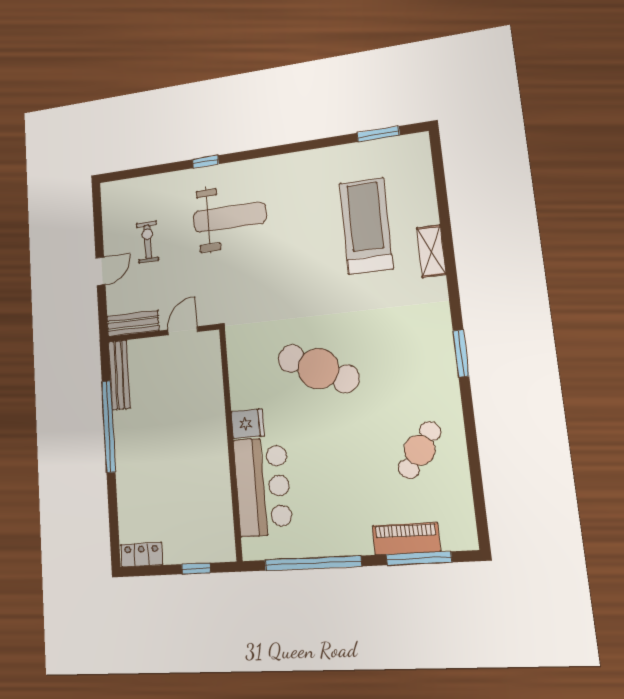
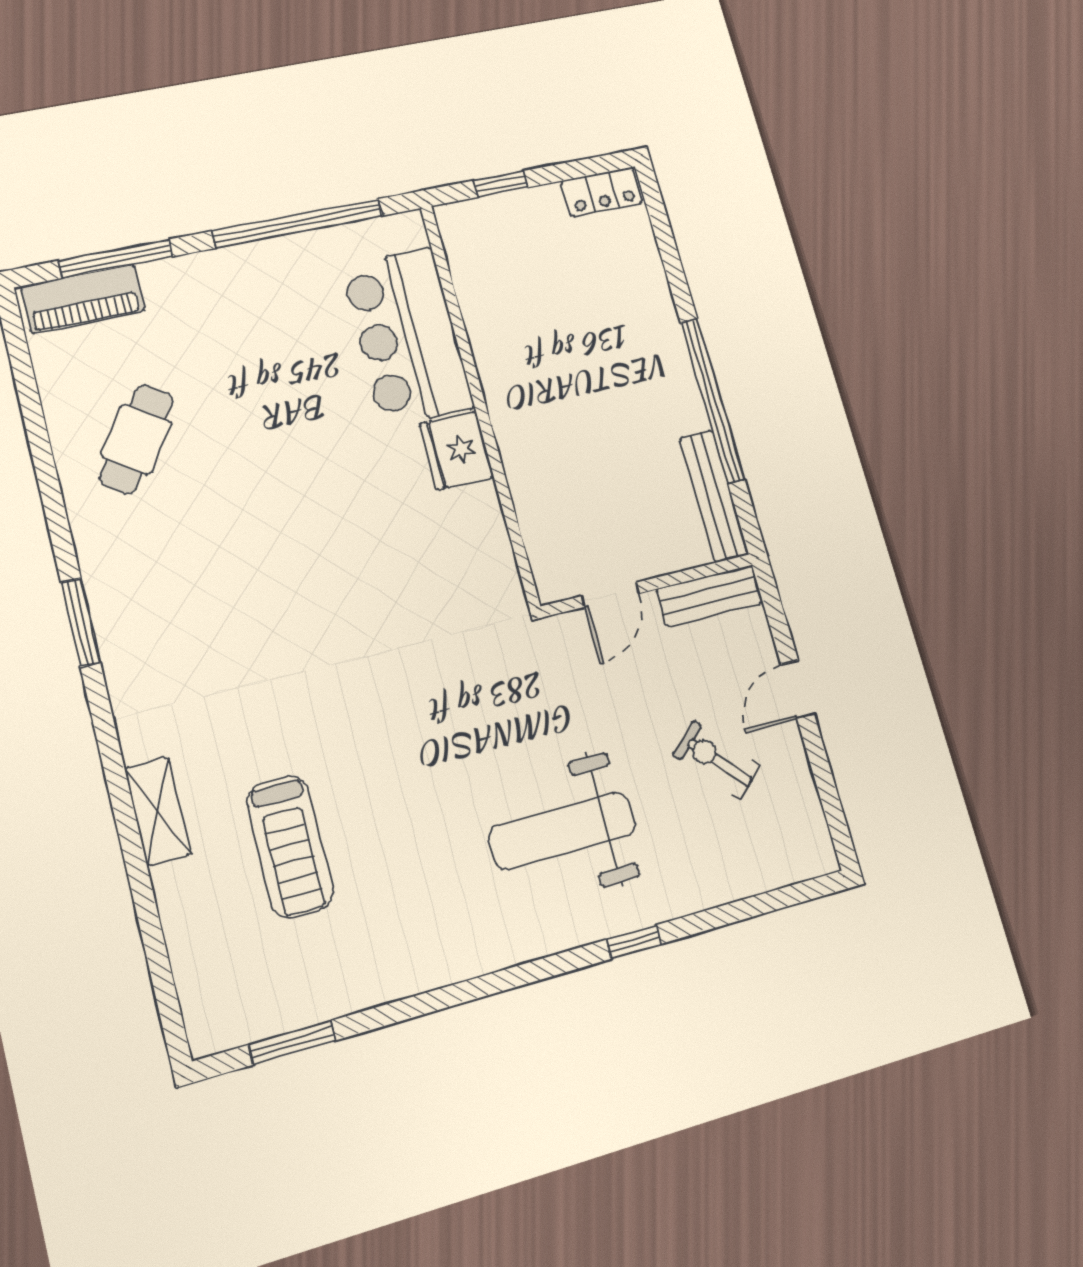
treadmill: (366, 226) -> (290, 847), width x0.73, depth x0.73
exercise bike: (148, 242) -> (717, 760), turned 138
cafe table: (318, 369) -> (340, 559), removed
fridge: (248, 424) -> (457, 451), width x1.38
piano: (406, 539) -> (83, 299), moved

